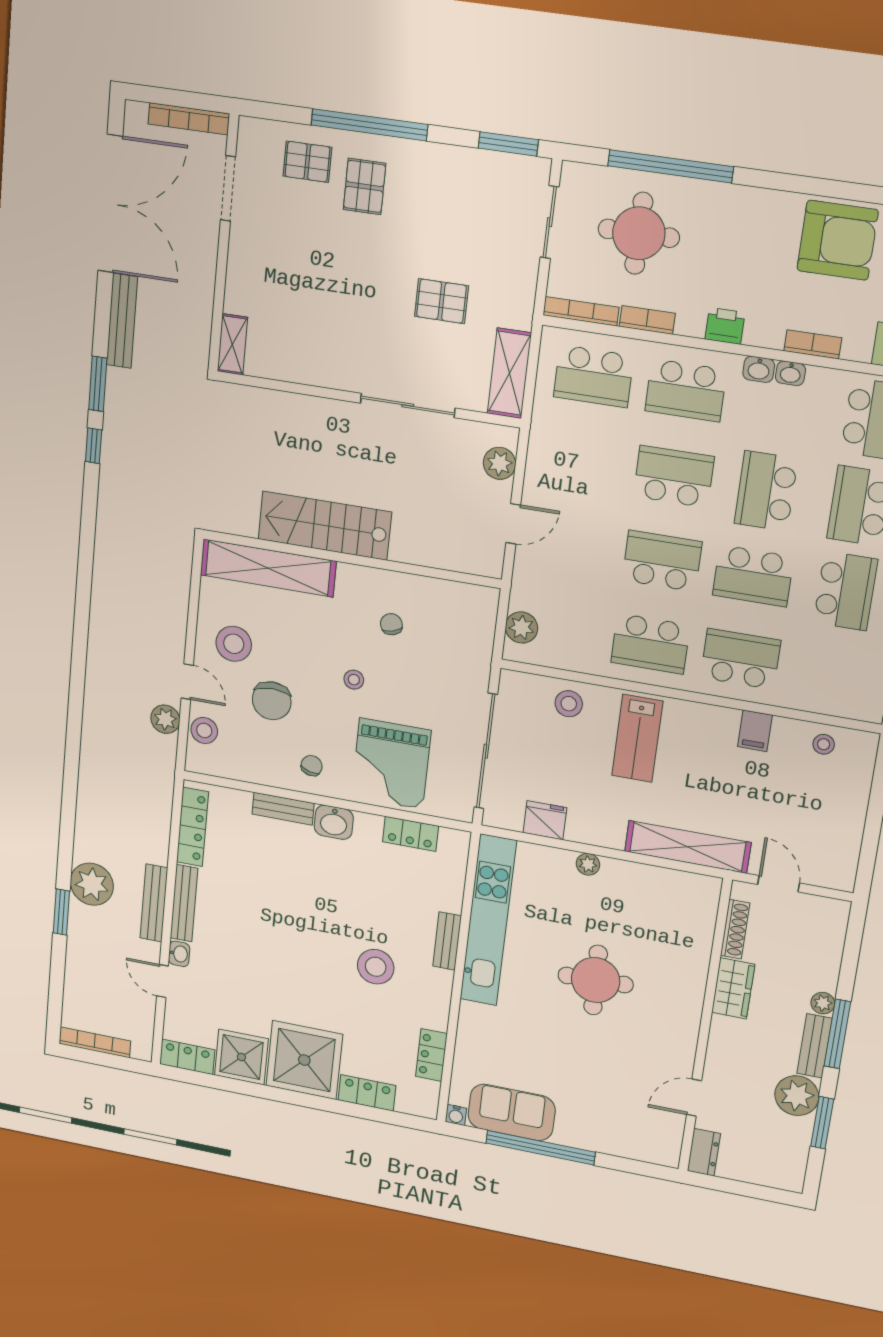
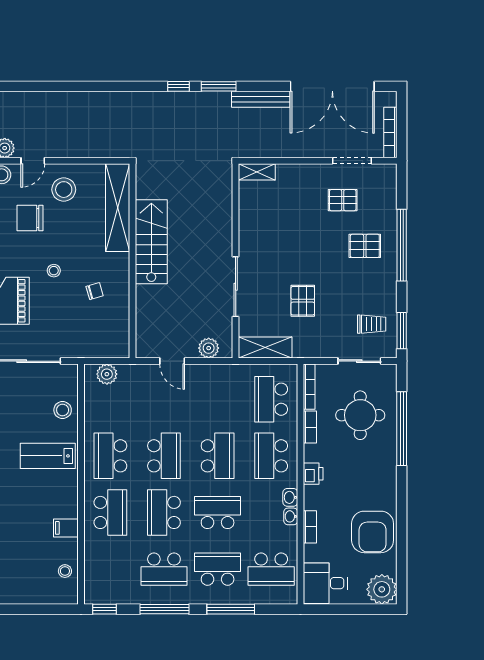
pallet: (307, 162) -> (343, 200), moved, turned 90
trolley: (492, 193) -> (372, 324), added

